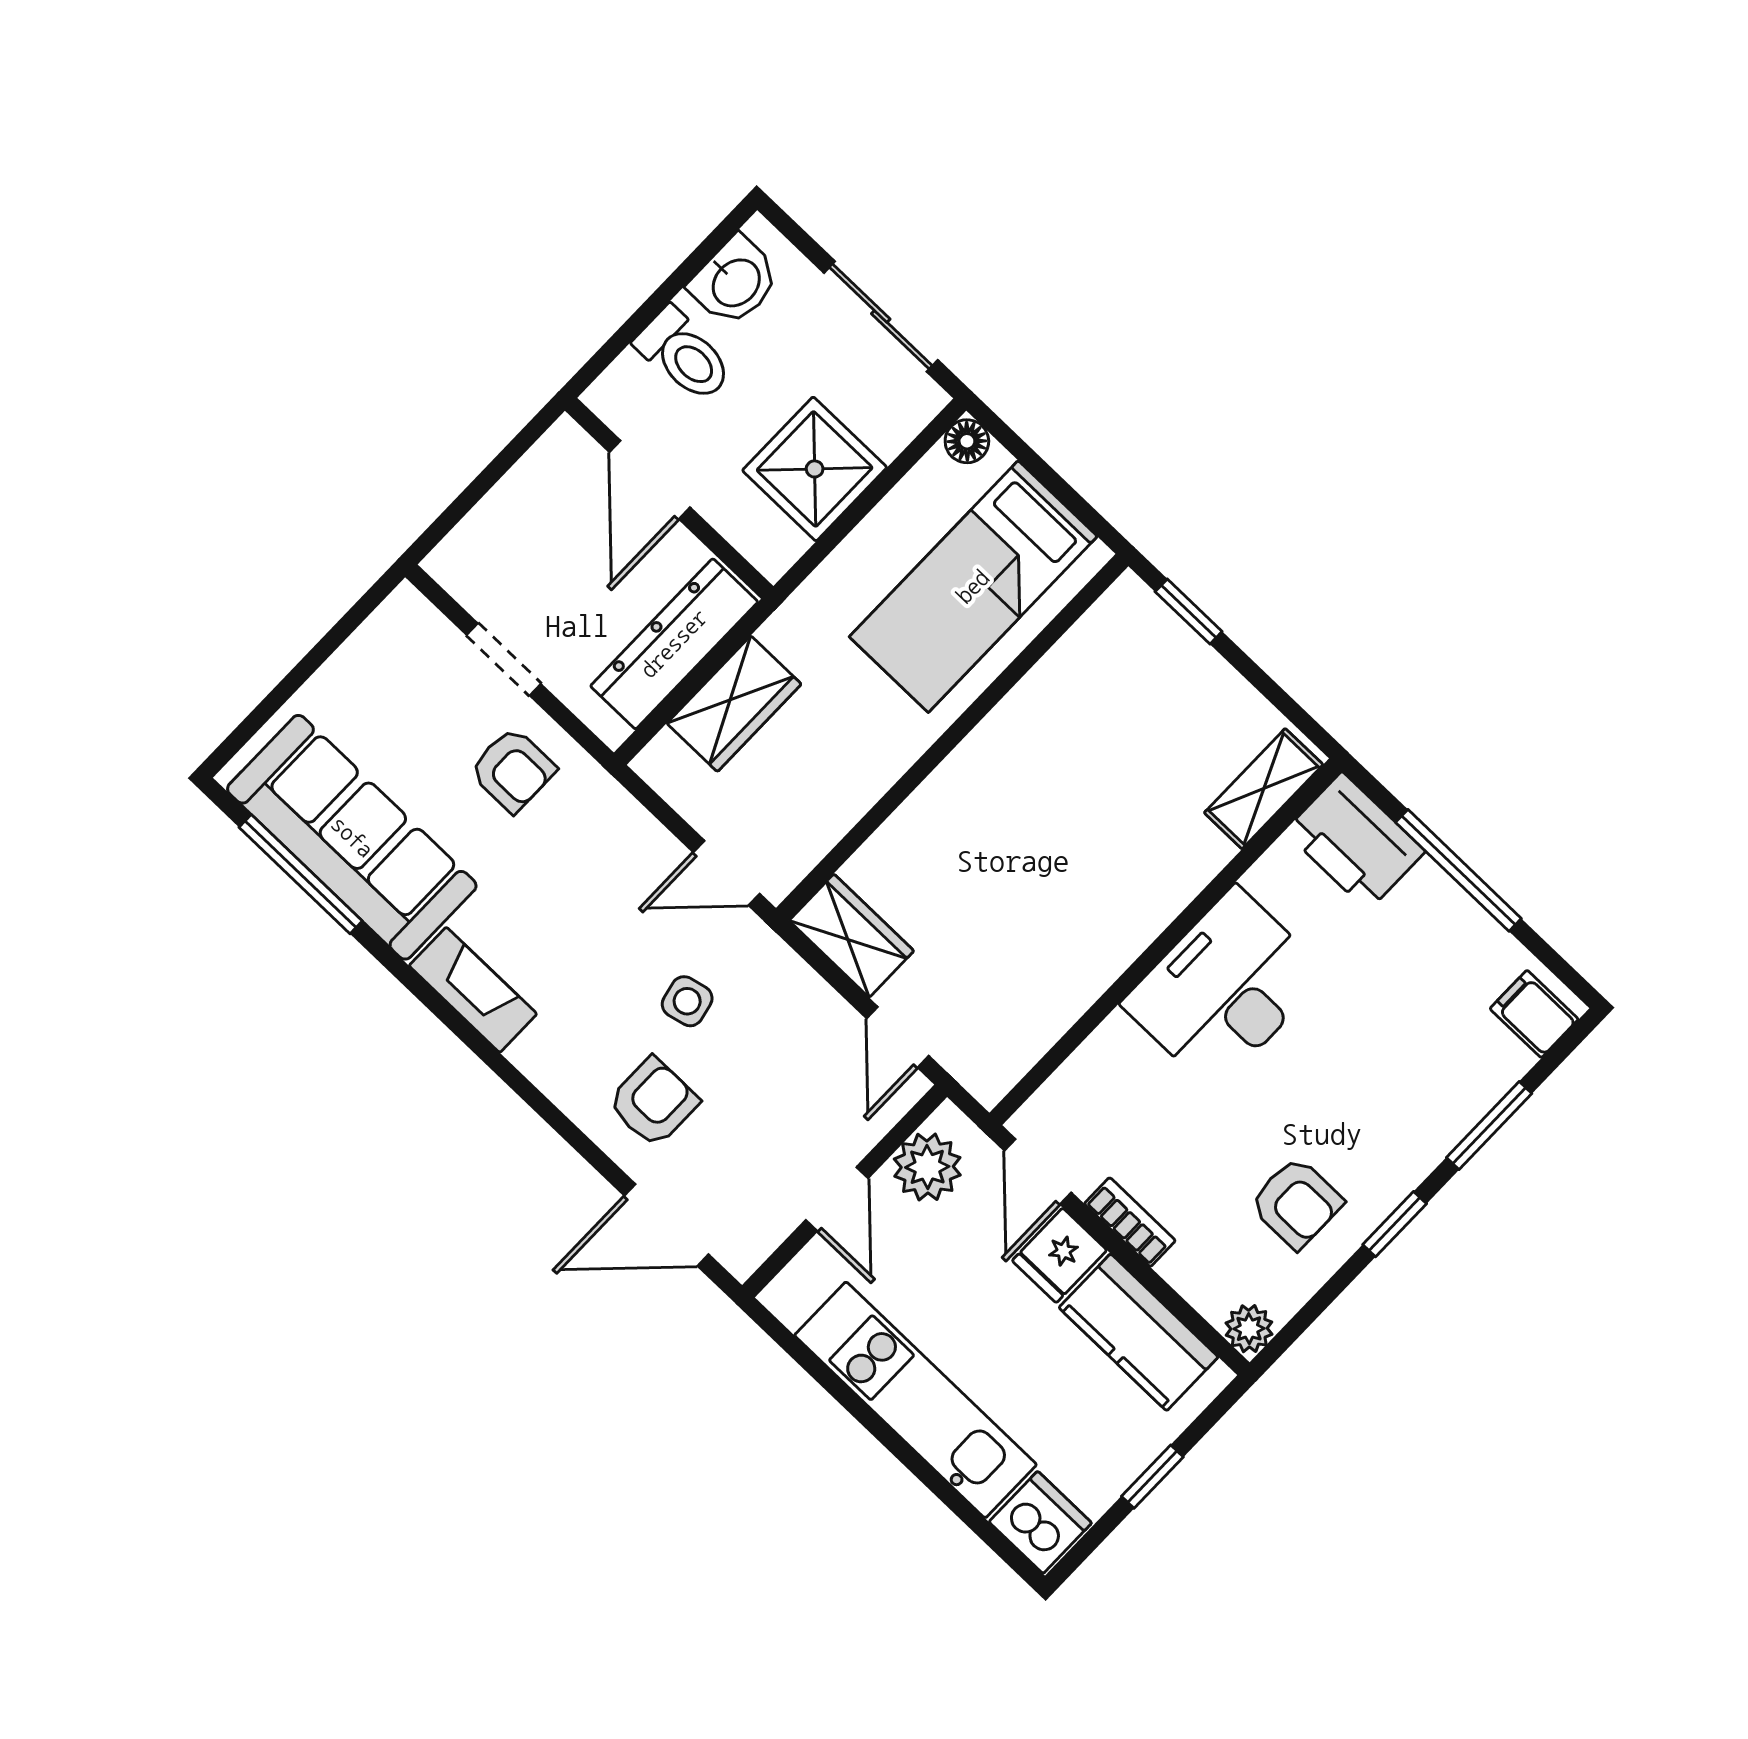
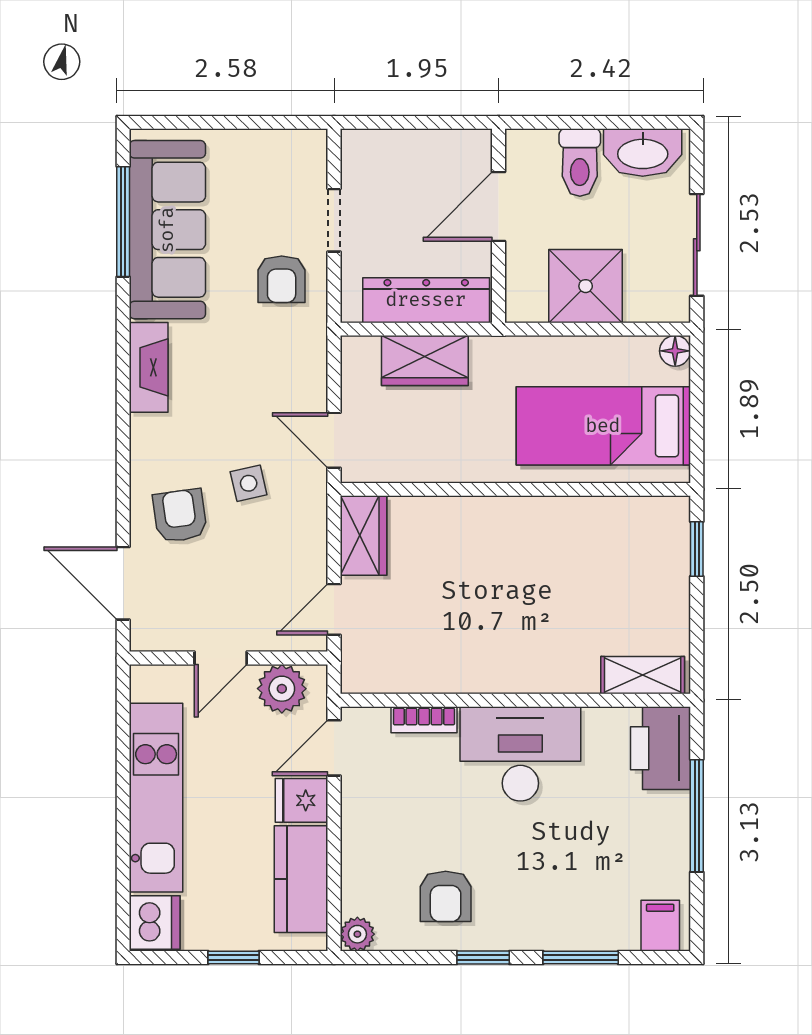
washbasin: (735, 282) -> (643, 153), width x1.38
armchair: (653, 1102) -> (180, 516), turned -98
bookcase: (1130, 1222) -> (424, 720), moved, turned 90

